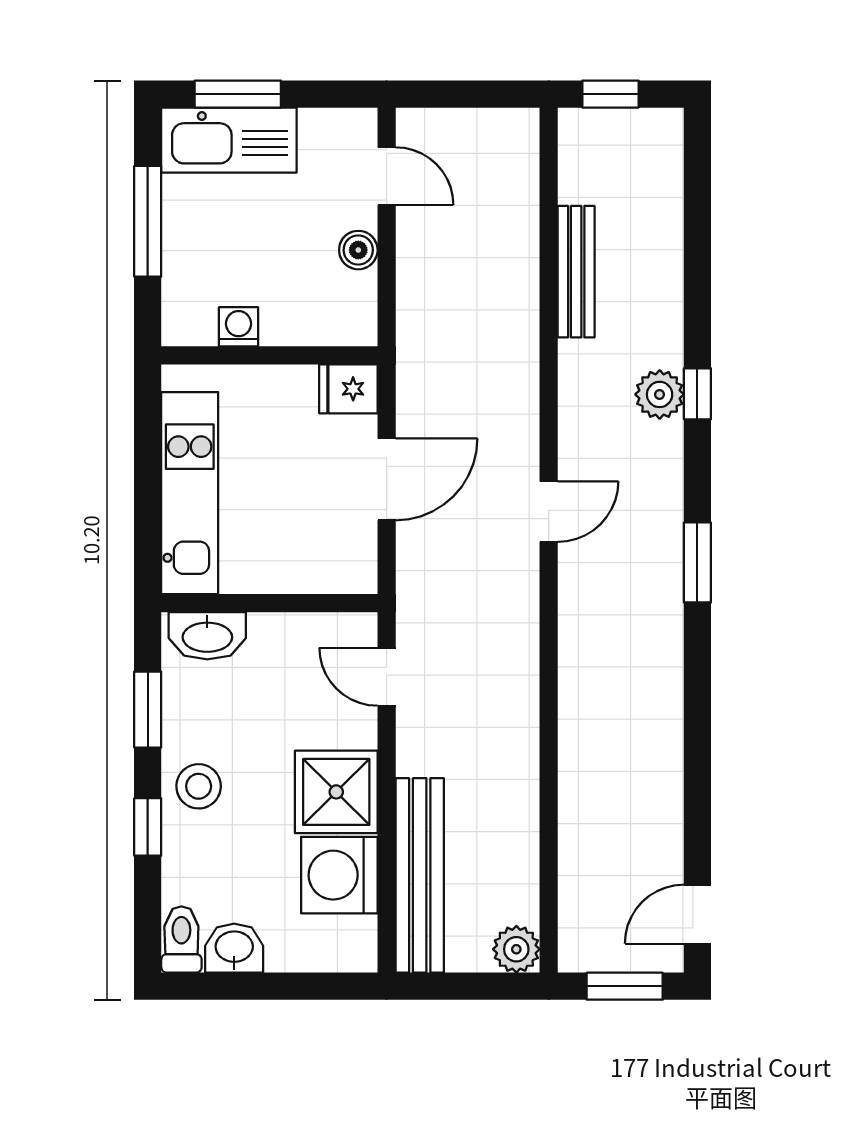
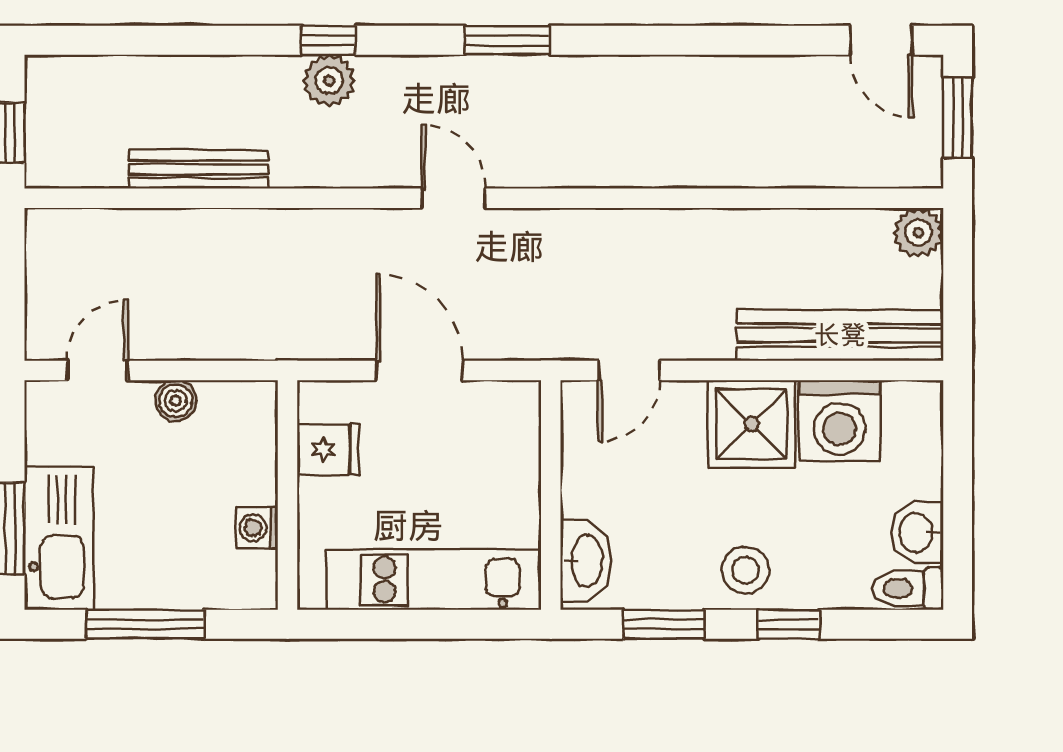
fridge: (348, 389) -> (328, 449), moved, turned -90

